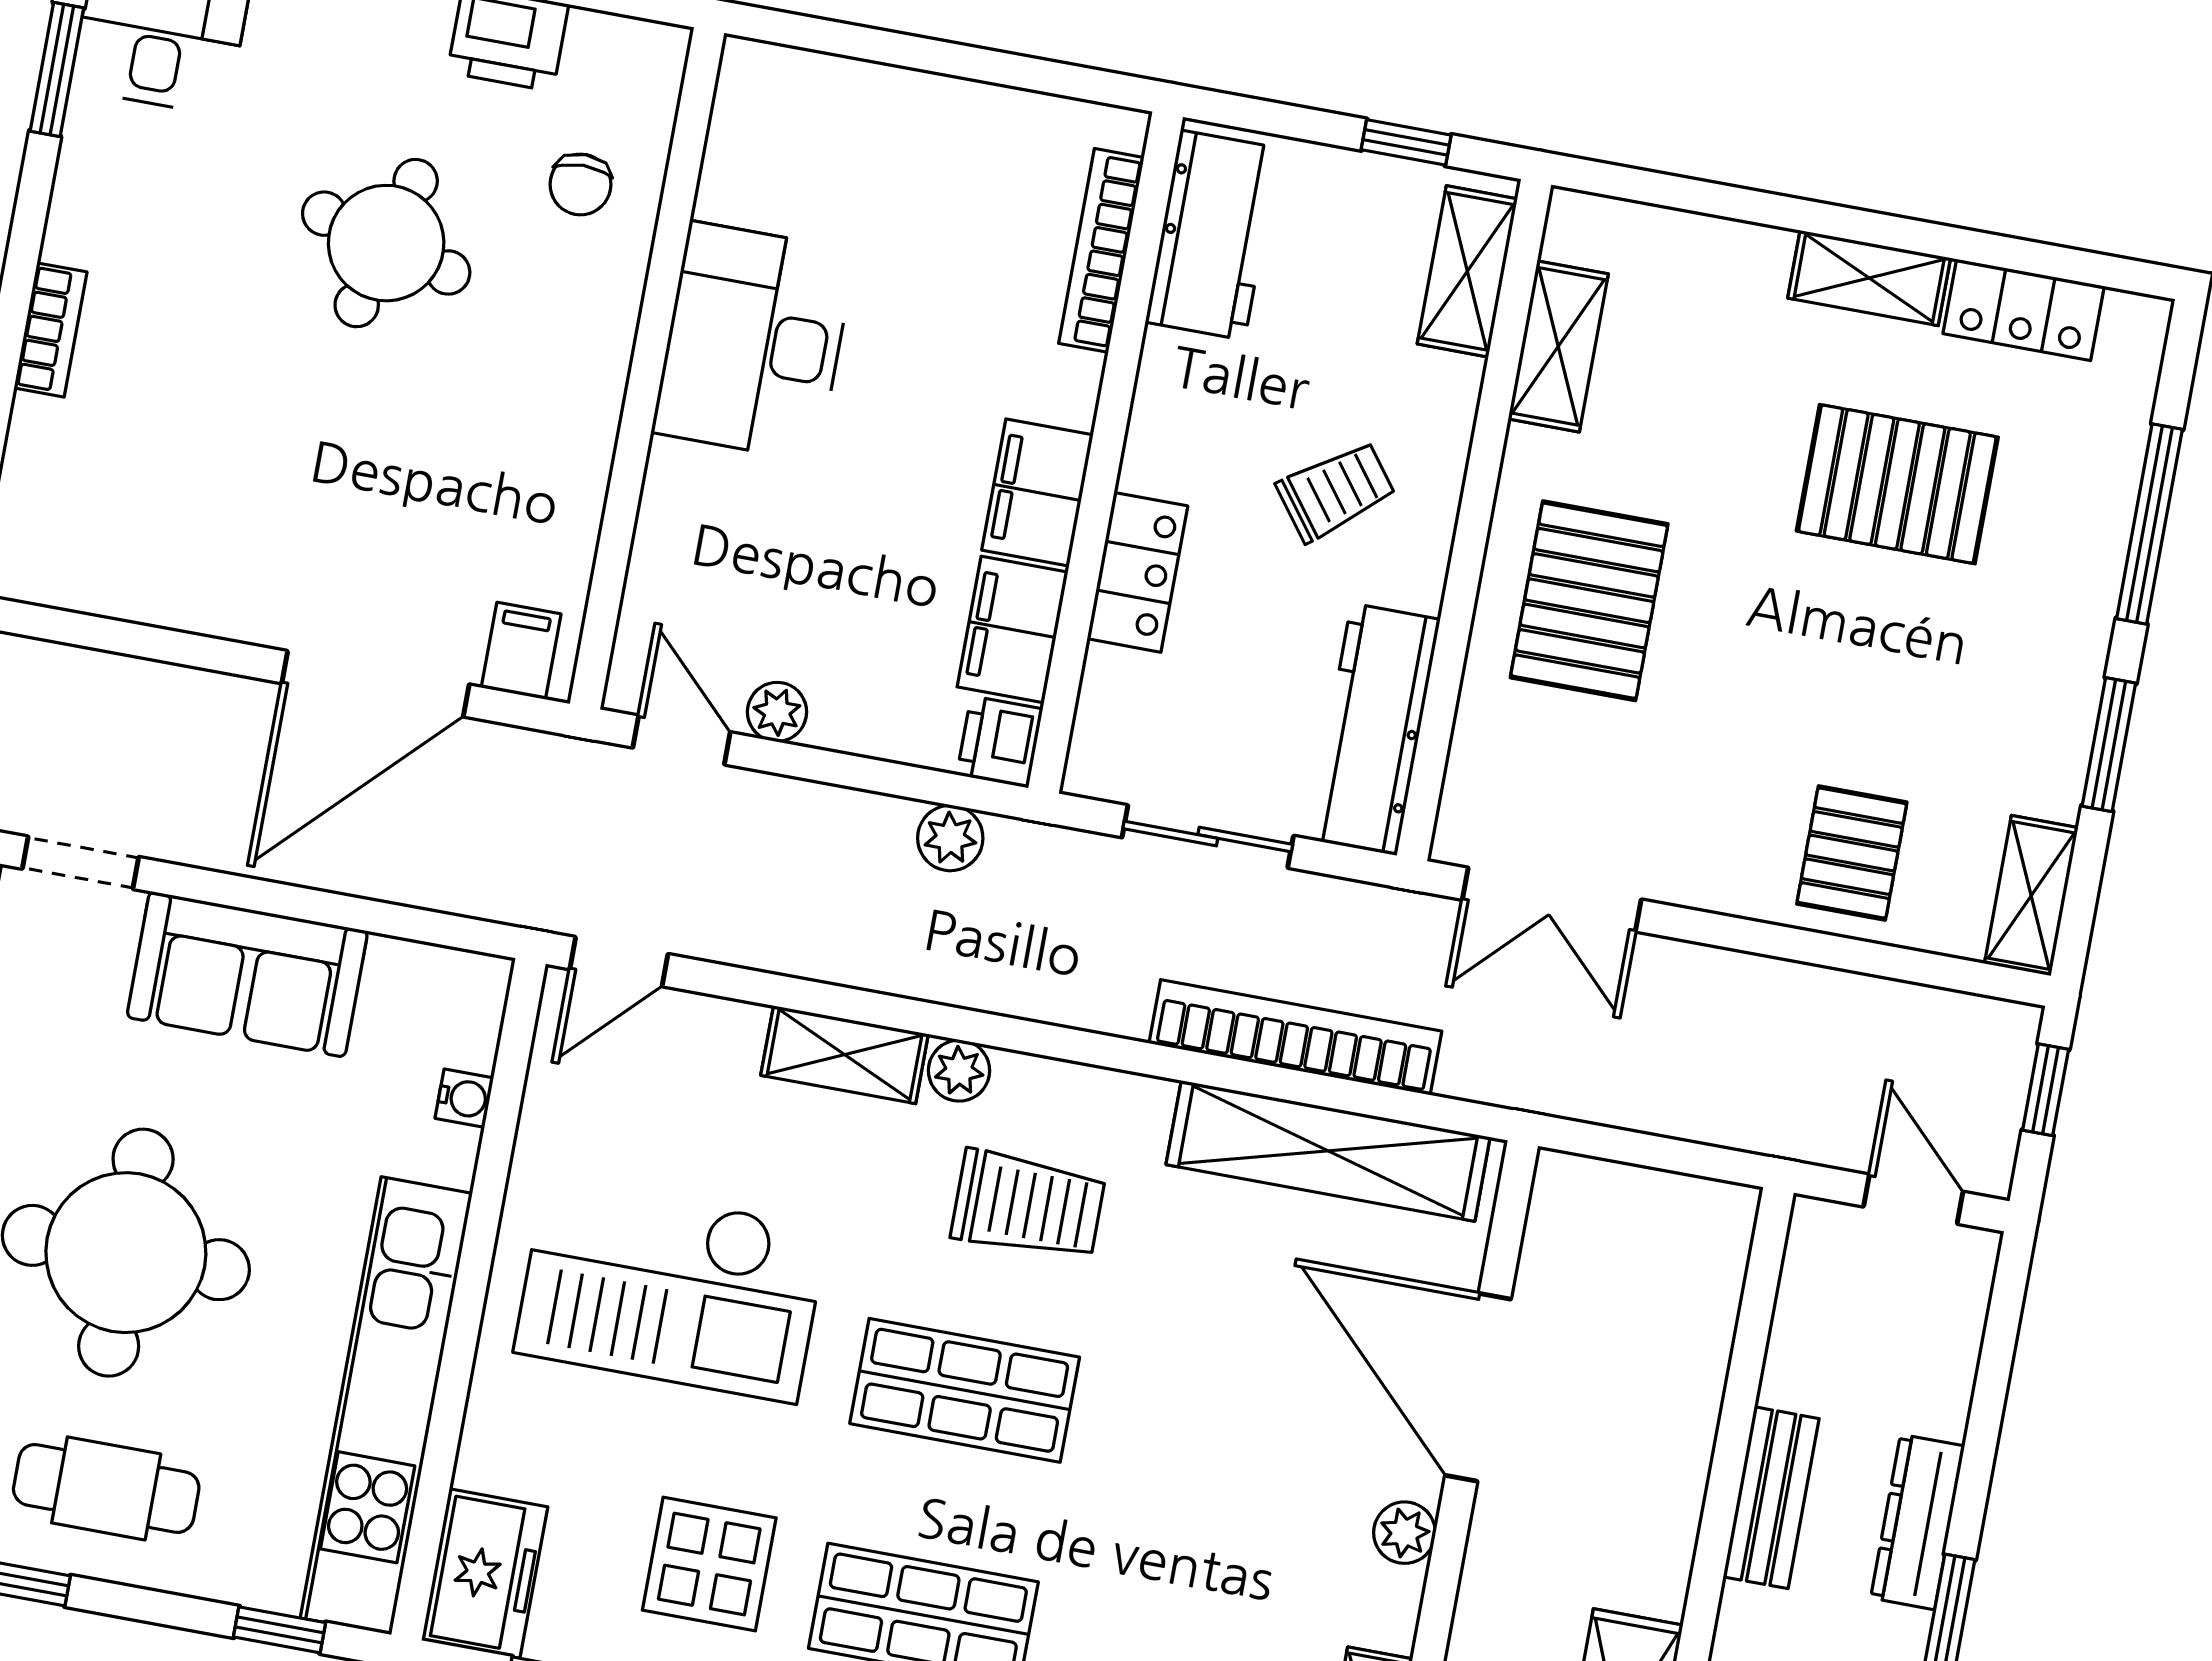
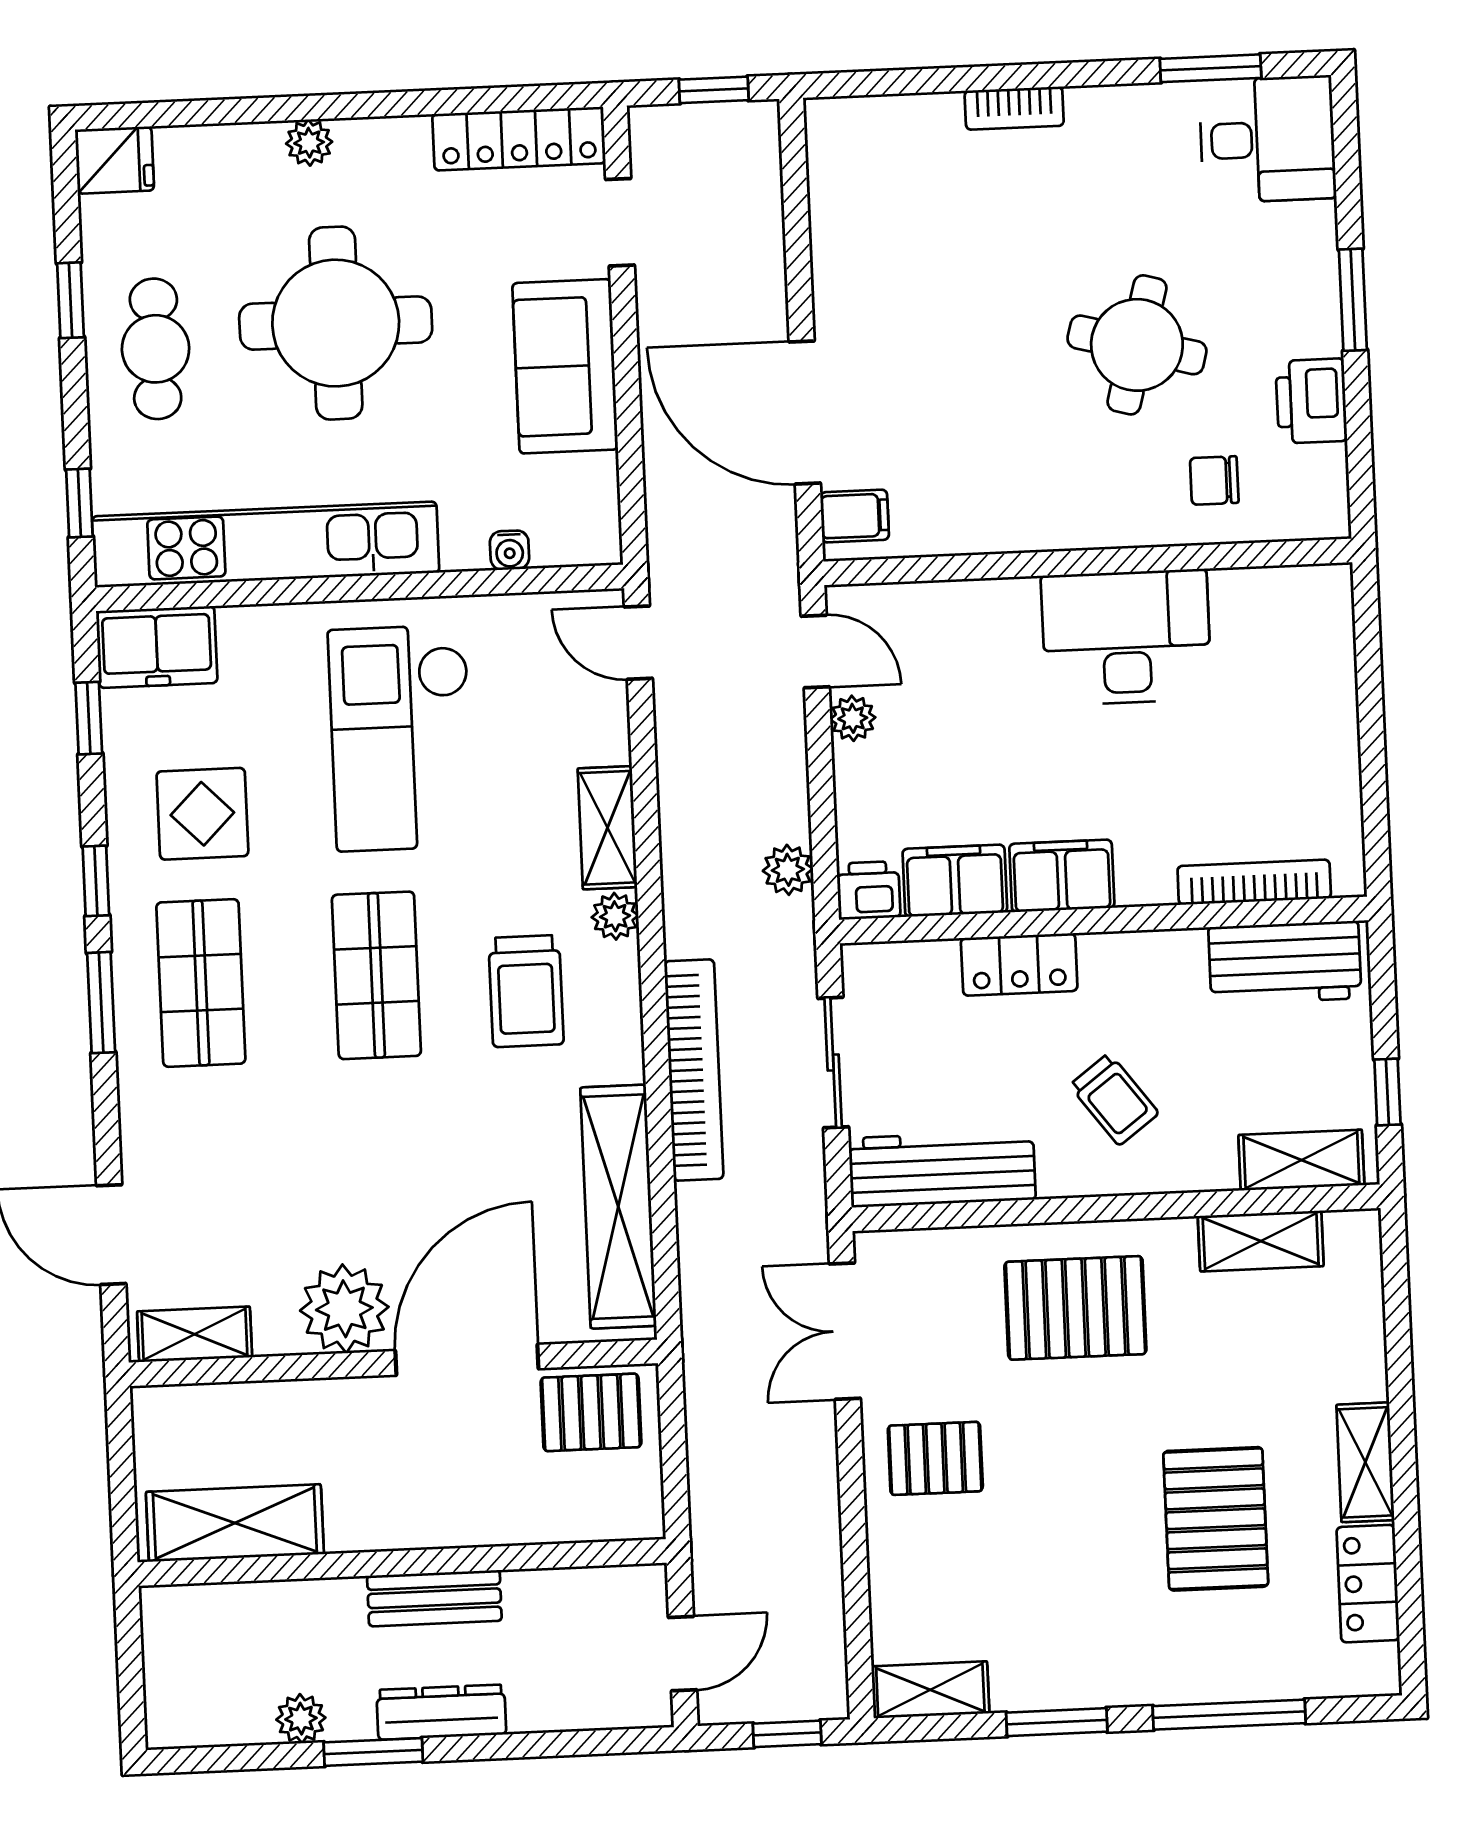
door: (682, 740) -> (815, 652), hinge flipped
pallet: (1852, 853) -> (935, 1458), moved
bookcase: (1295, 1037) -> (694, 1070), moved
pallet: (1581, 1245) -> (591, 1412), added
plant: (1405, 1533) -> (344, 1309), width x1.88, depth x1.88

